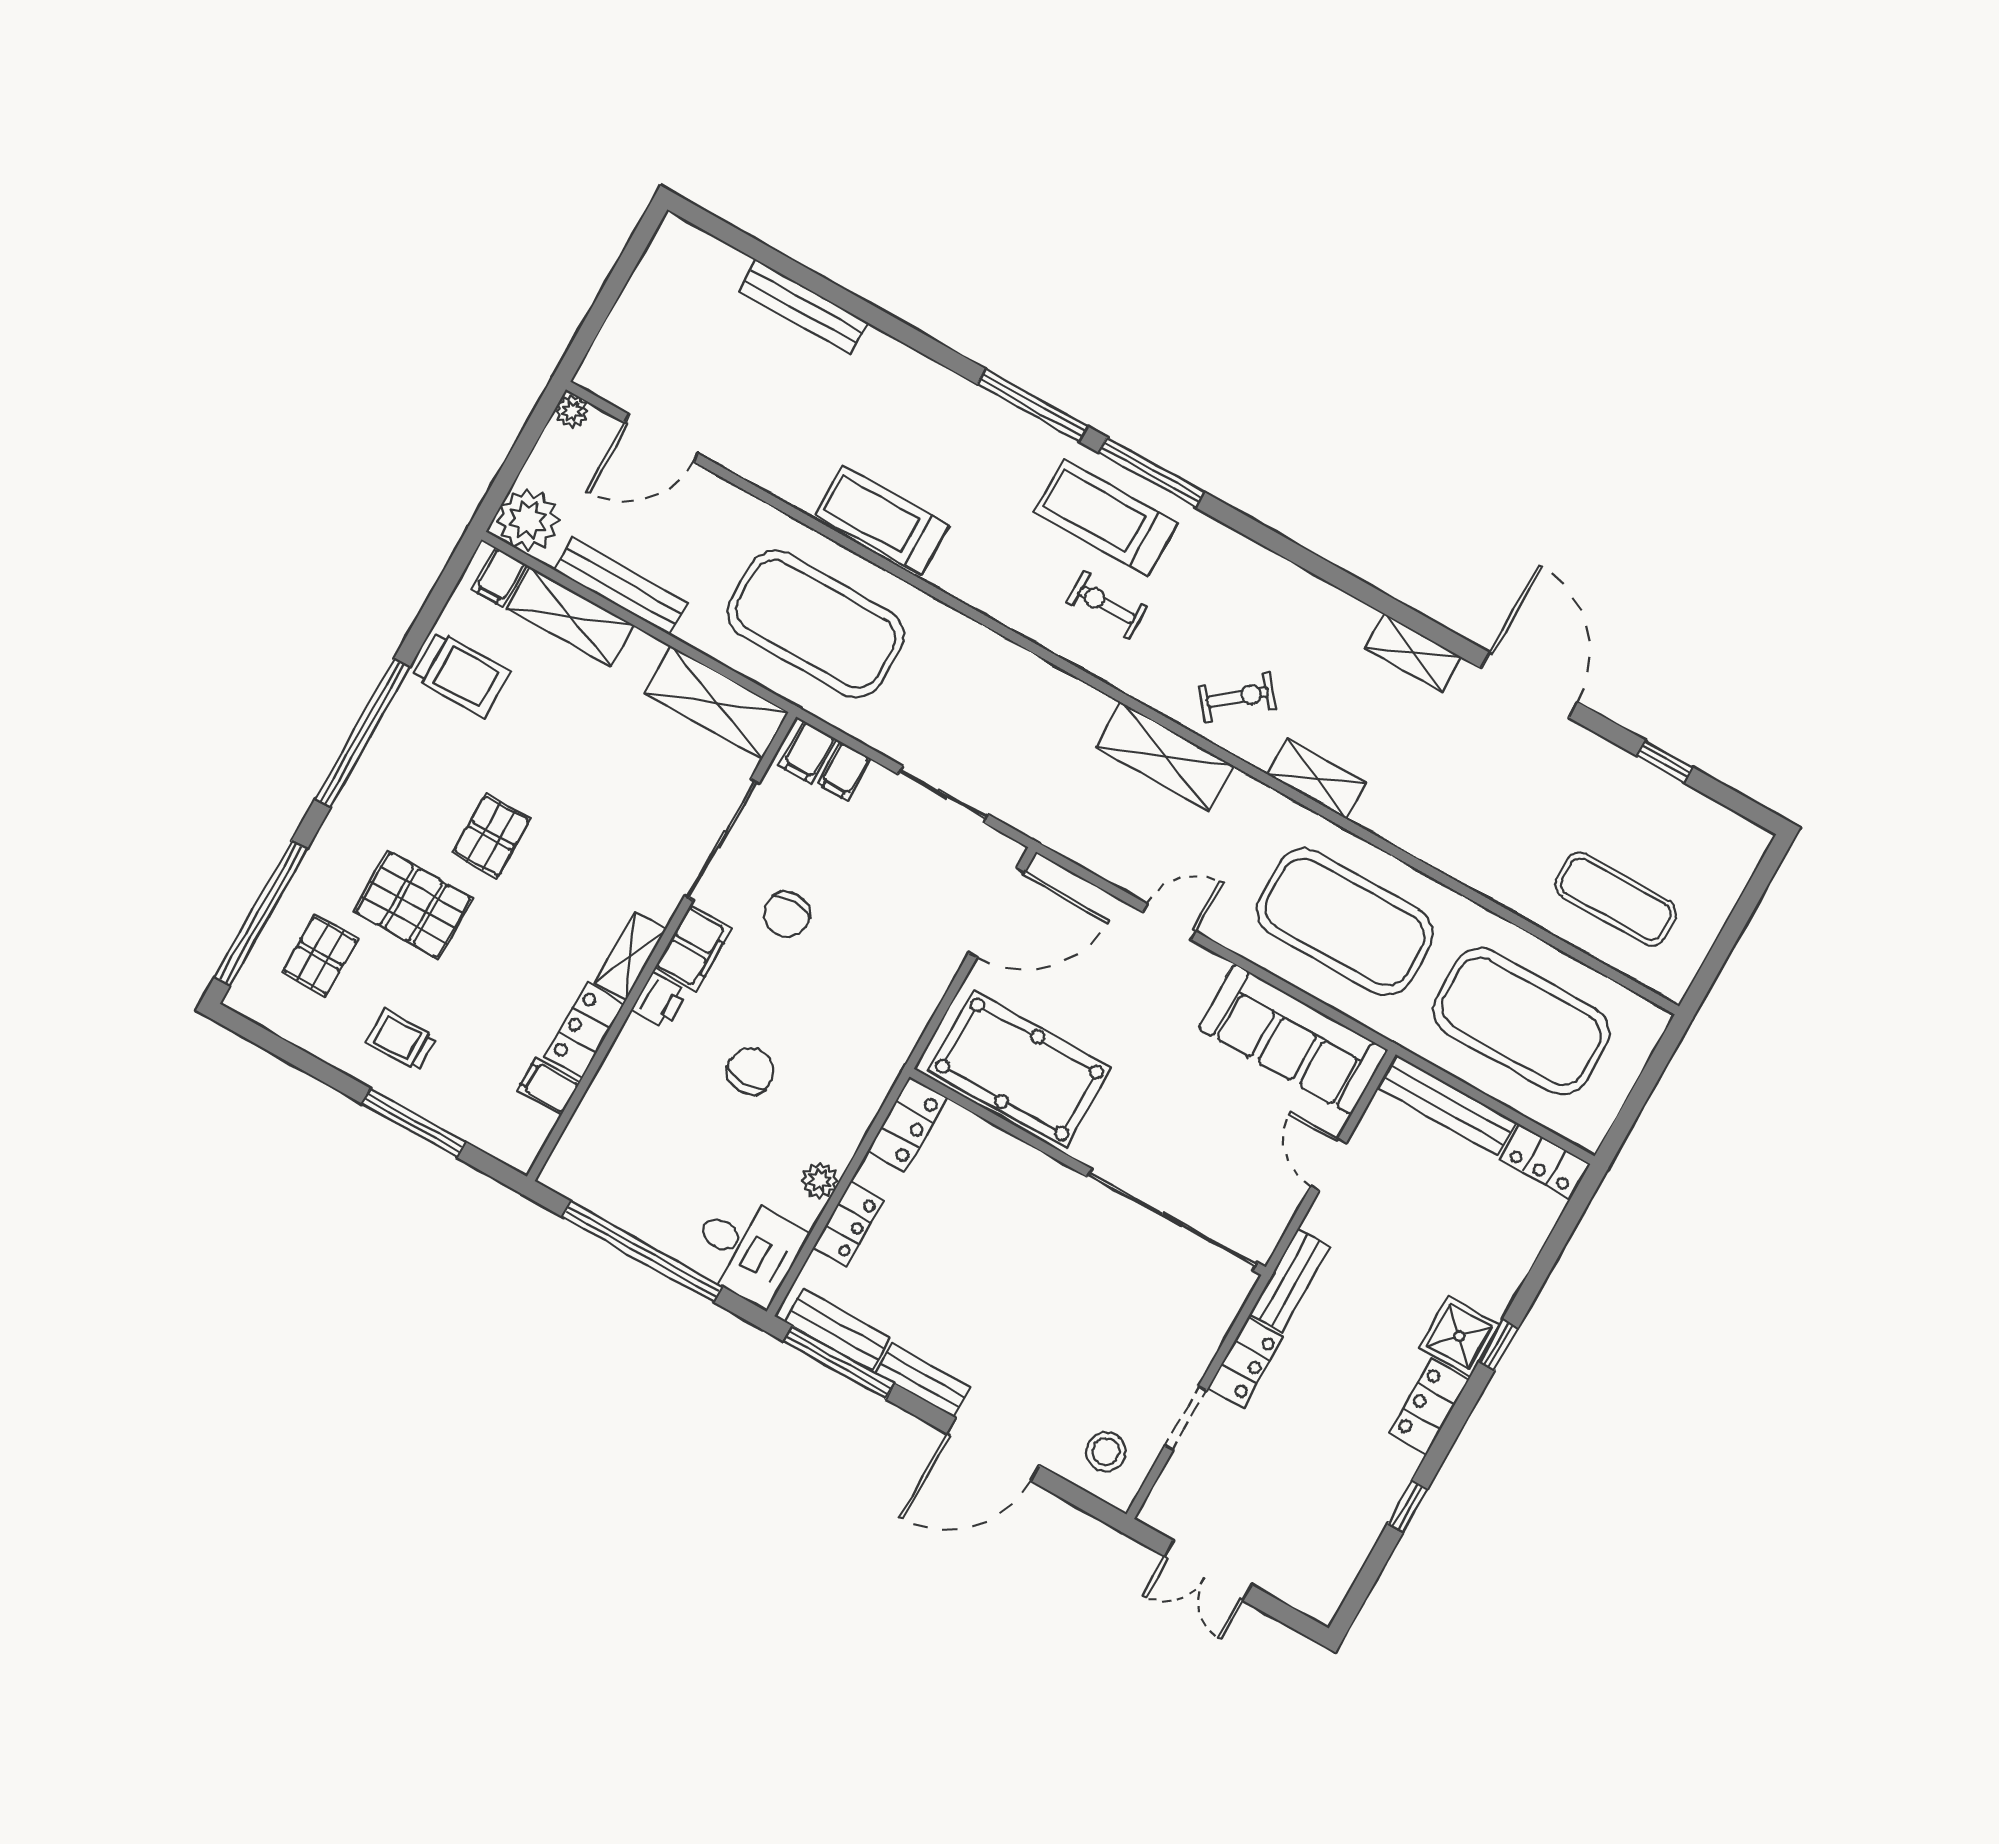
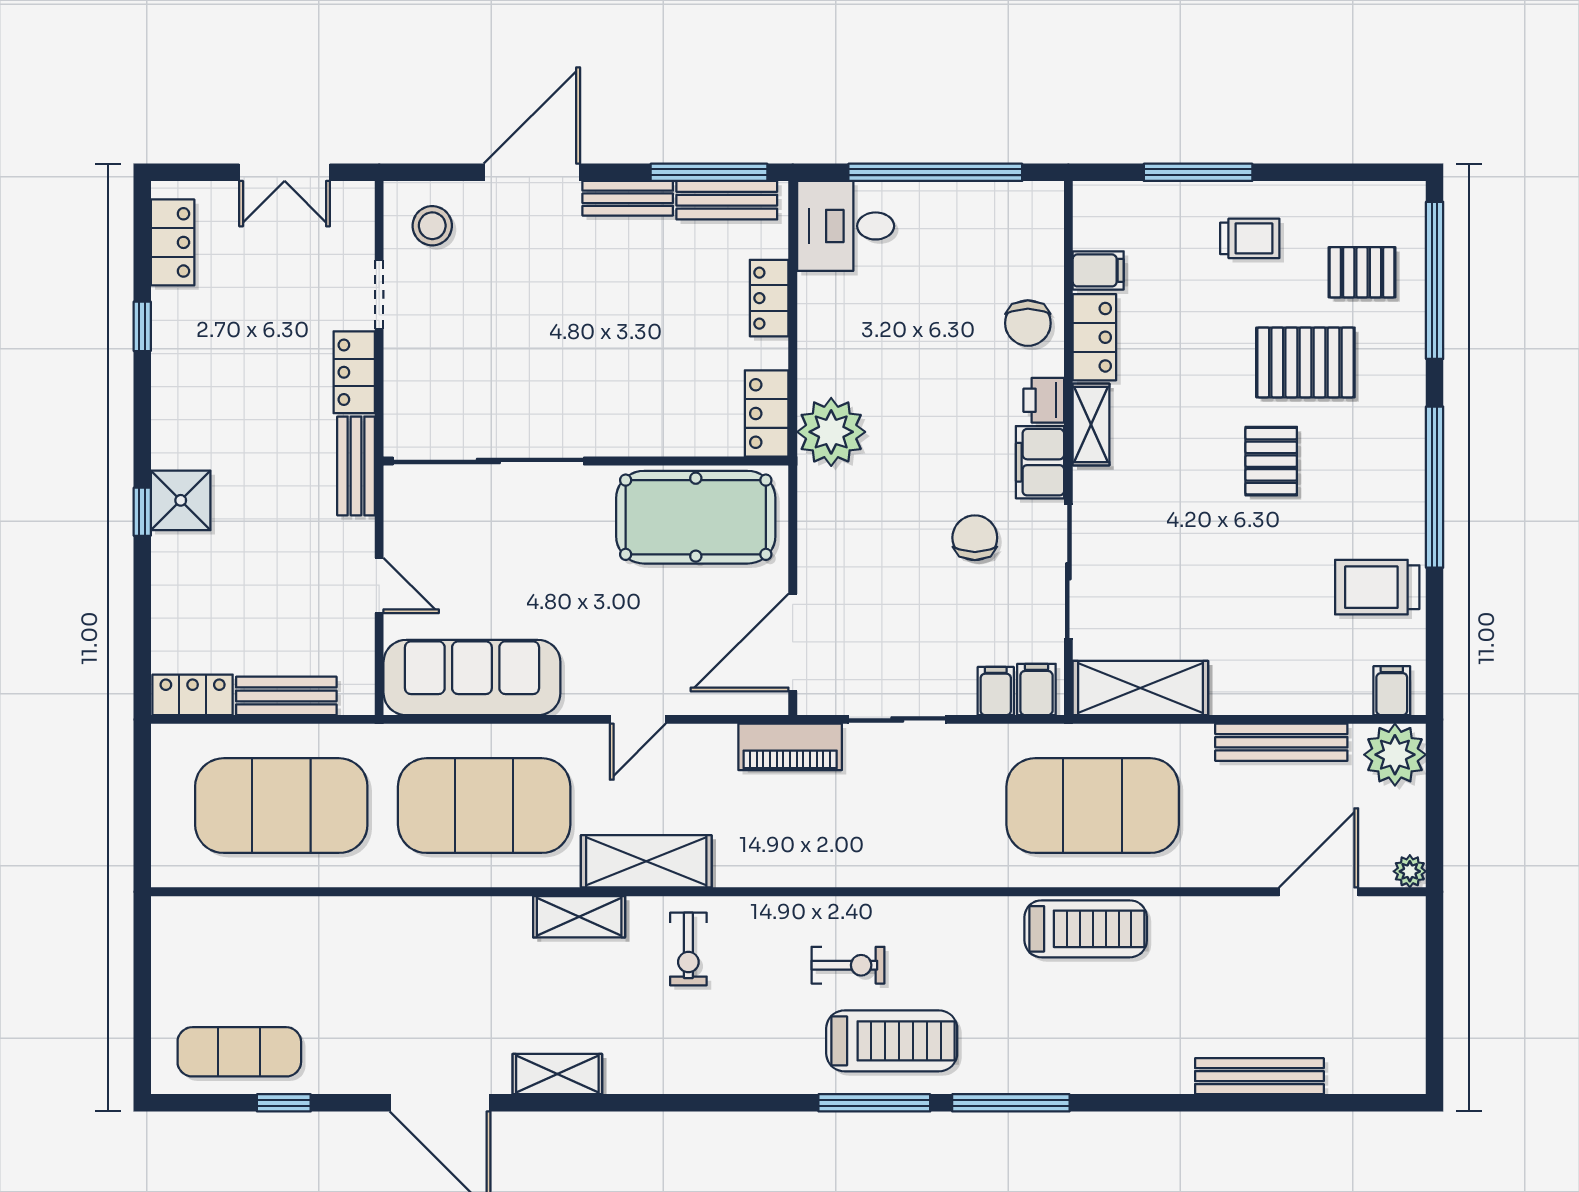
shelving: (571, 617) -> (1310, 691), removed
exercise bike: (1238, 697) -> (688, 949), turned -50
shelving: (1165, 757) -> (646, 861), moved
piano: (1050, 823) -> (790, 747), added
exercise mat: (1616, 899) -> (239, 1052), moved
pallet: (320, 956) -> (1362, 272), turned 90
chair: (750, 1071) -> (1028, 323), moved
bench: (1447, 1105) -> (286, 696), width x0.73
plant: (820, 1180) -> (831, 432), moved, width x1.87, depth x1.87
locker: (1429, 1406) -> (173, 242), moved
double door: (1208, 1571) -> (285, 172), swing flipped

